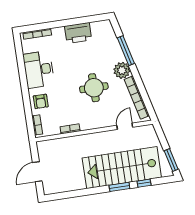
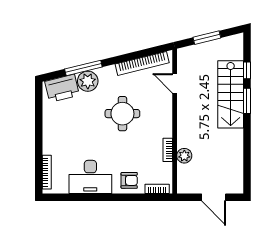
printer: (78, 33) -> (62, 88), moved, turned 76
plant: (122, 70) -> (88, 81), moved
plant: (67, 143) -> (184, 156), added
window: (171, 160) -> (207, 38), moved
stairs: (122, 168) -> (231, 94), width x0.73, depth x0.66

